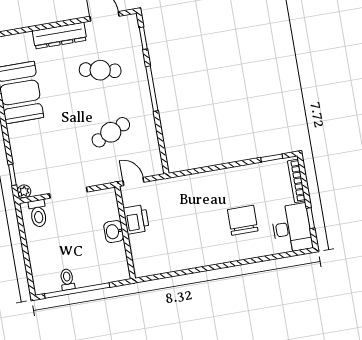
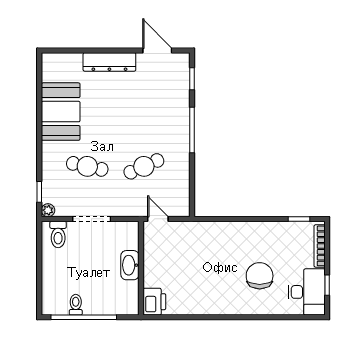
cafe table: (100, 70) -> (87, 166), moved
printer: (136, 219) -> (154, 302), moved
washbasin: (114, 232) -> (130, 265), width x1.38

